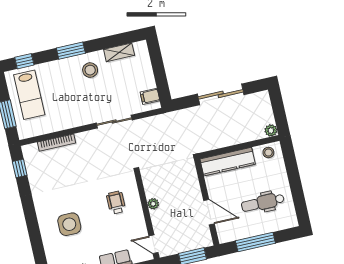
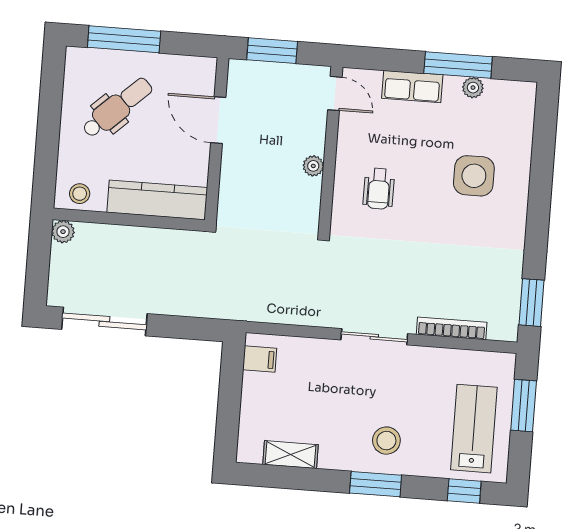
stool: (90, 70) -> (386, 441), moved
sliding door: (221, 94) -> (104, 321), moved
sliding door: (114, 122) -> (374, 337), moved
window: (20, 168) -> (532, 303), width x1.50
dental chair: (263, 203) -> (117, 108), turned -43
window: (255, 242) -> (124, 39), moved

